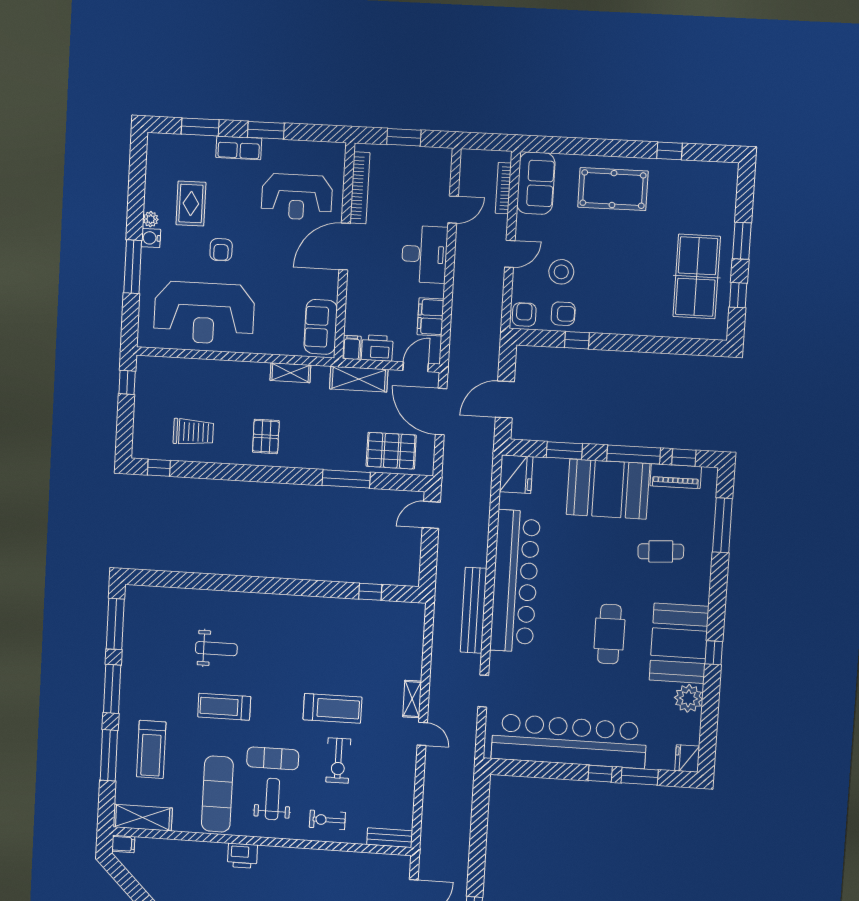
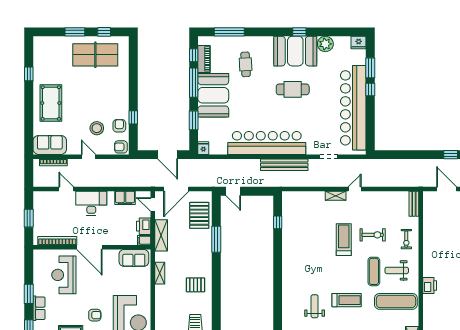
reception desk: (297, 197) -> (64, 275), turned 180
fridge: (516, 474) -> (203, 148), width x0.53, depth x0.75
treadmill: (224, 707) -> (347, 300), turned -90

